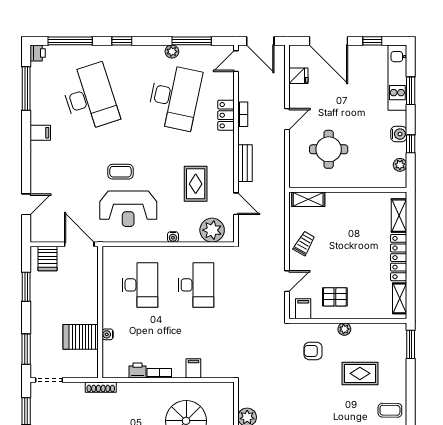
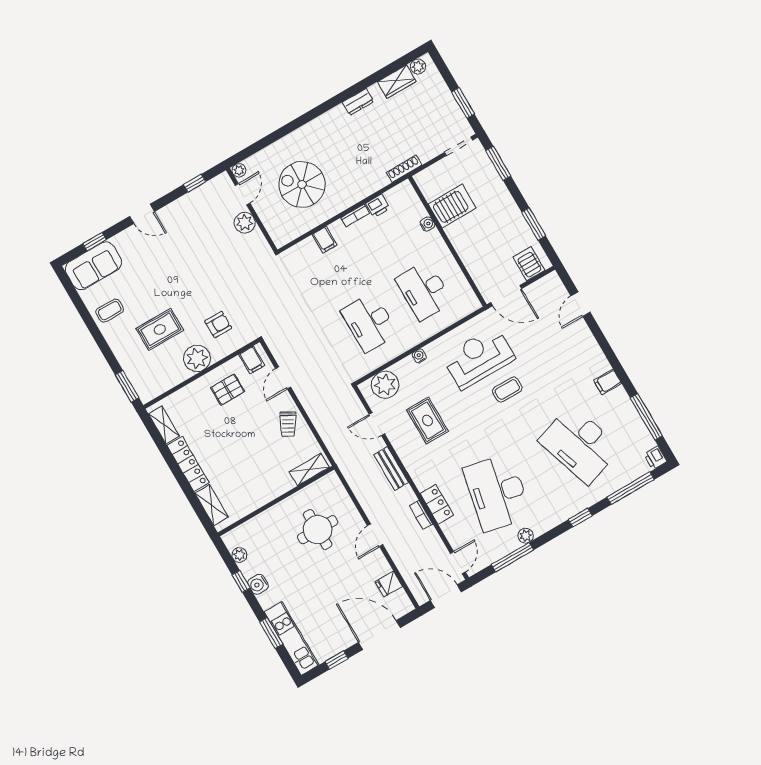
plant: (344, 329) -> (197, 358), width x1.88, depth x1.88

